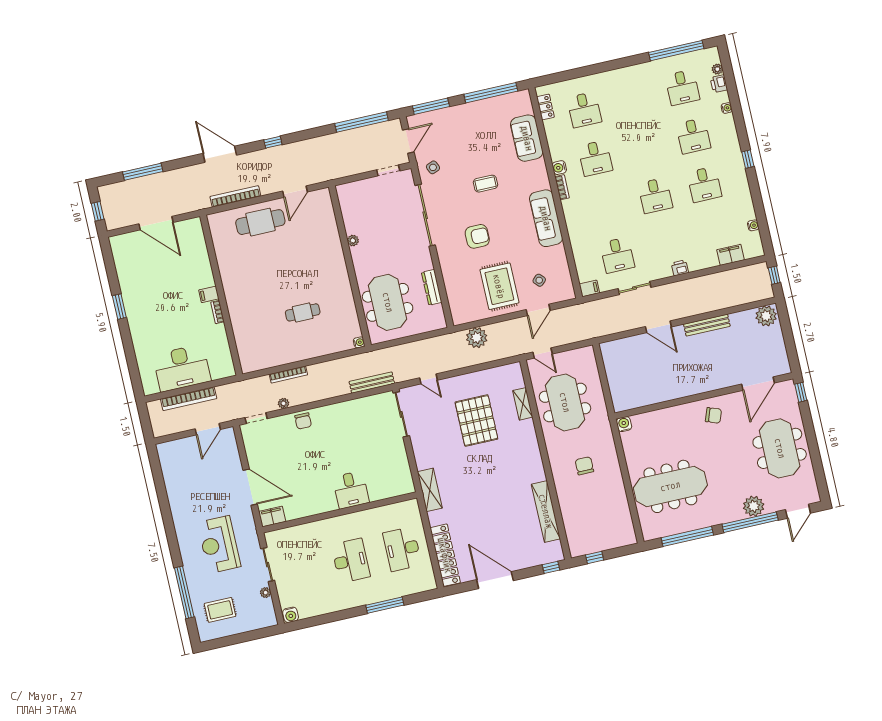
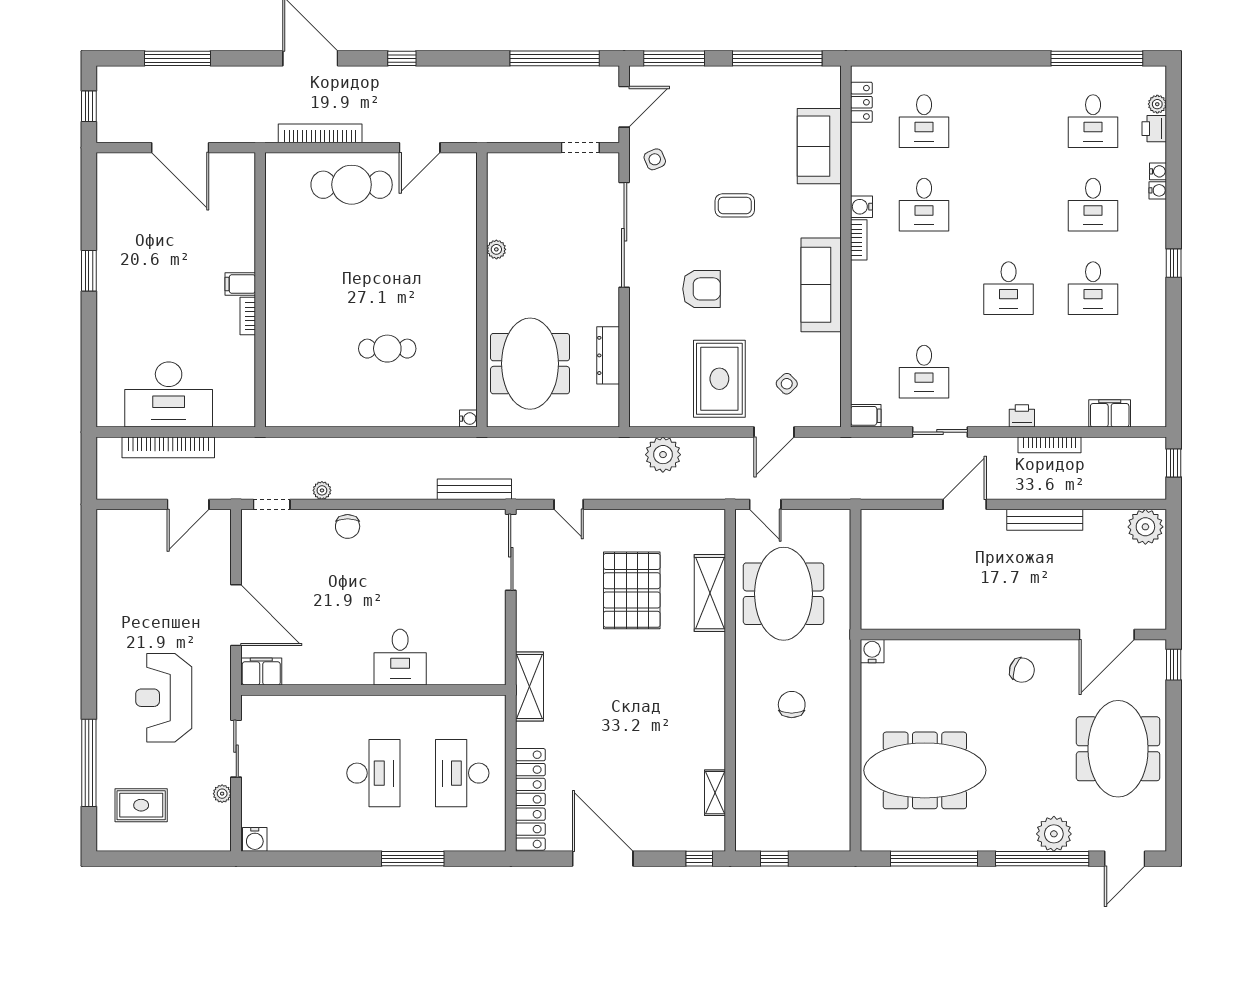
water cooler: (753, 225) -> (1158, 190), moved
door: (658, 327) -> (965, 504), swing flipped
bookcase: (288, 375) -> (1050, 445), moved
shelving: (523, 404) -> (710, 593), width x1.50, depth x1.33
shelving: (546, 511) -> (715, 793), width x0.45, depth x0.75

